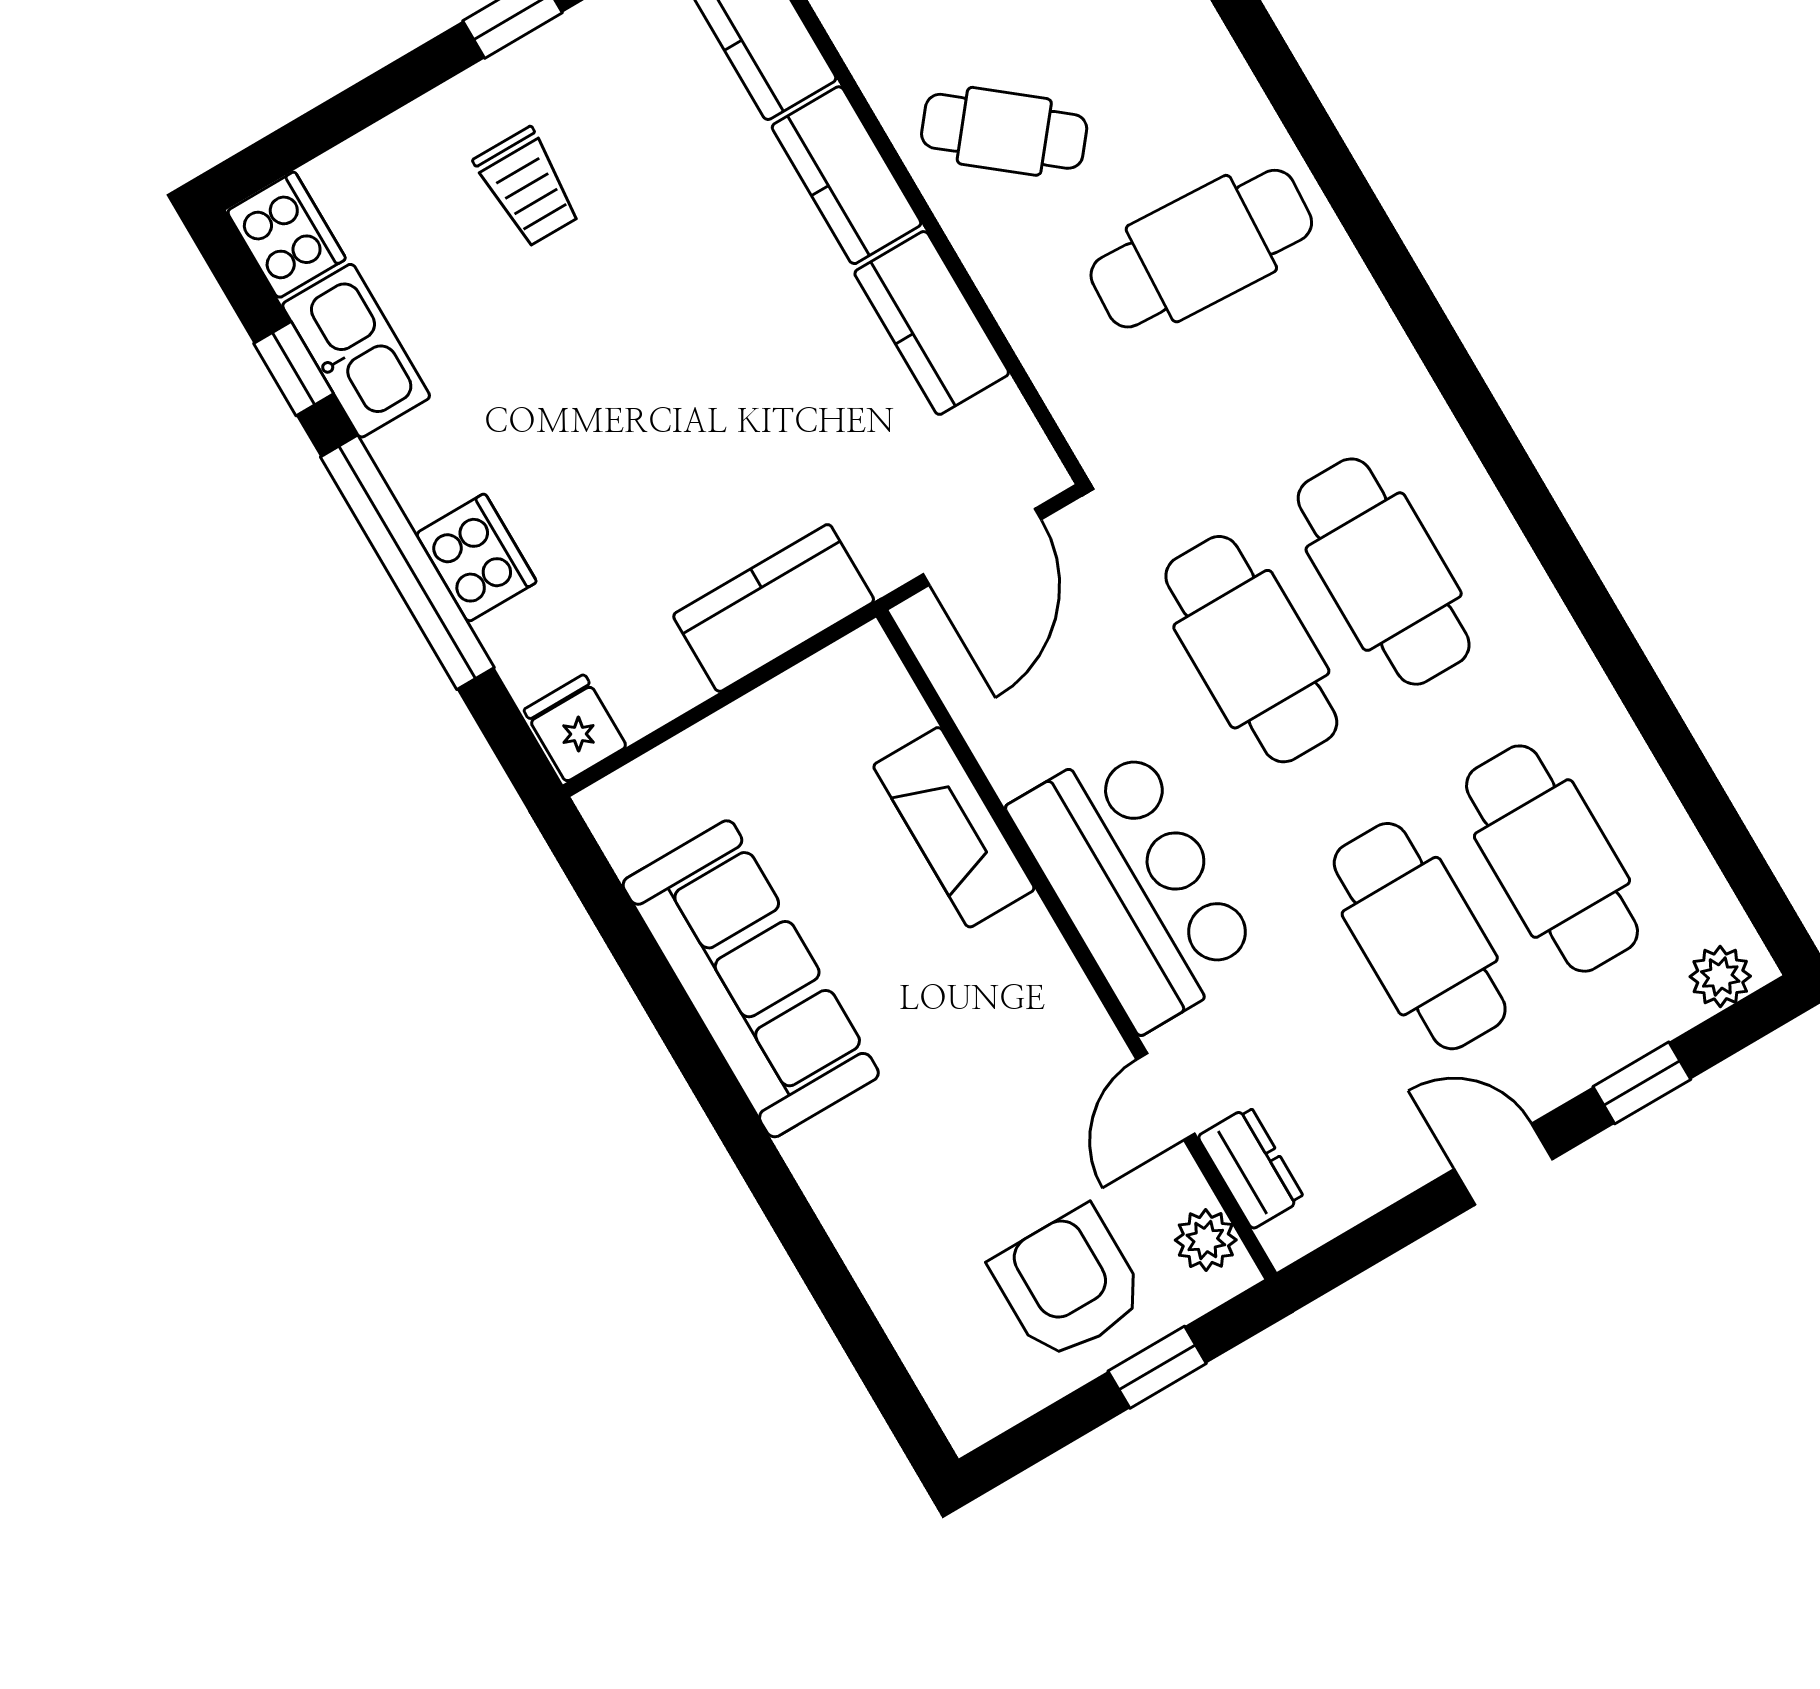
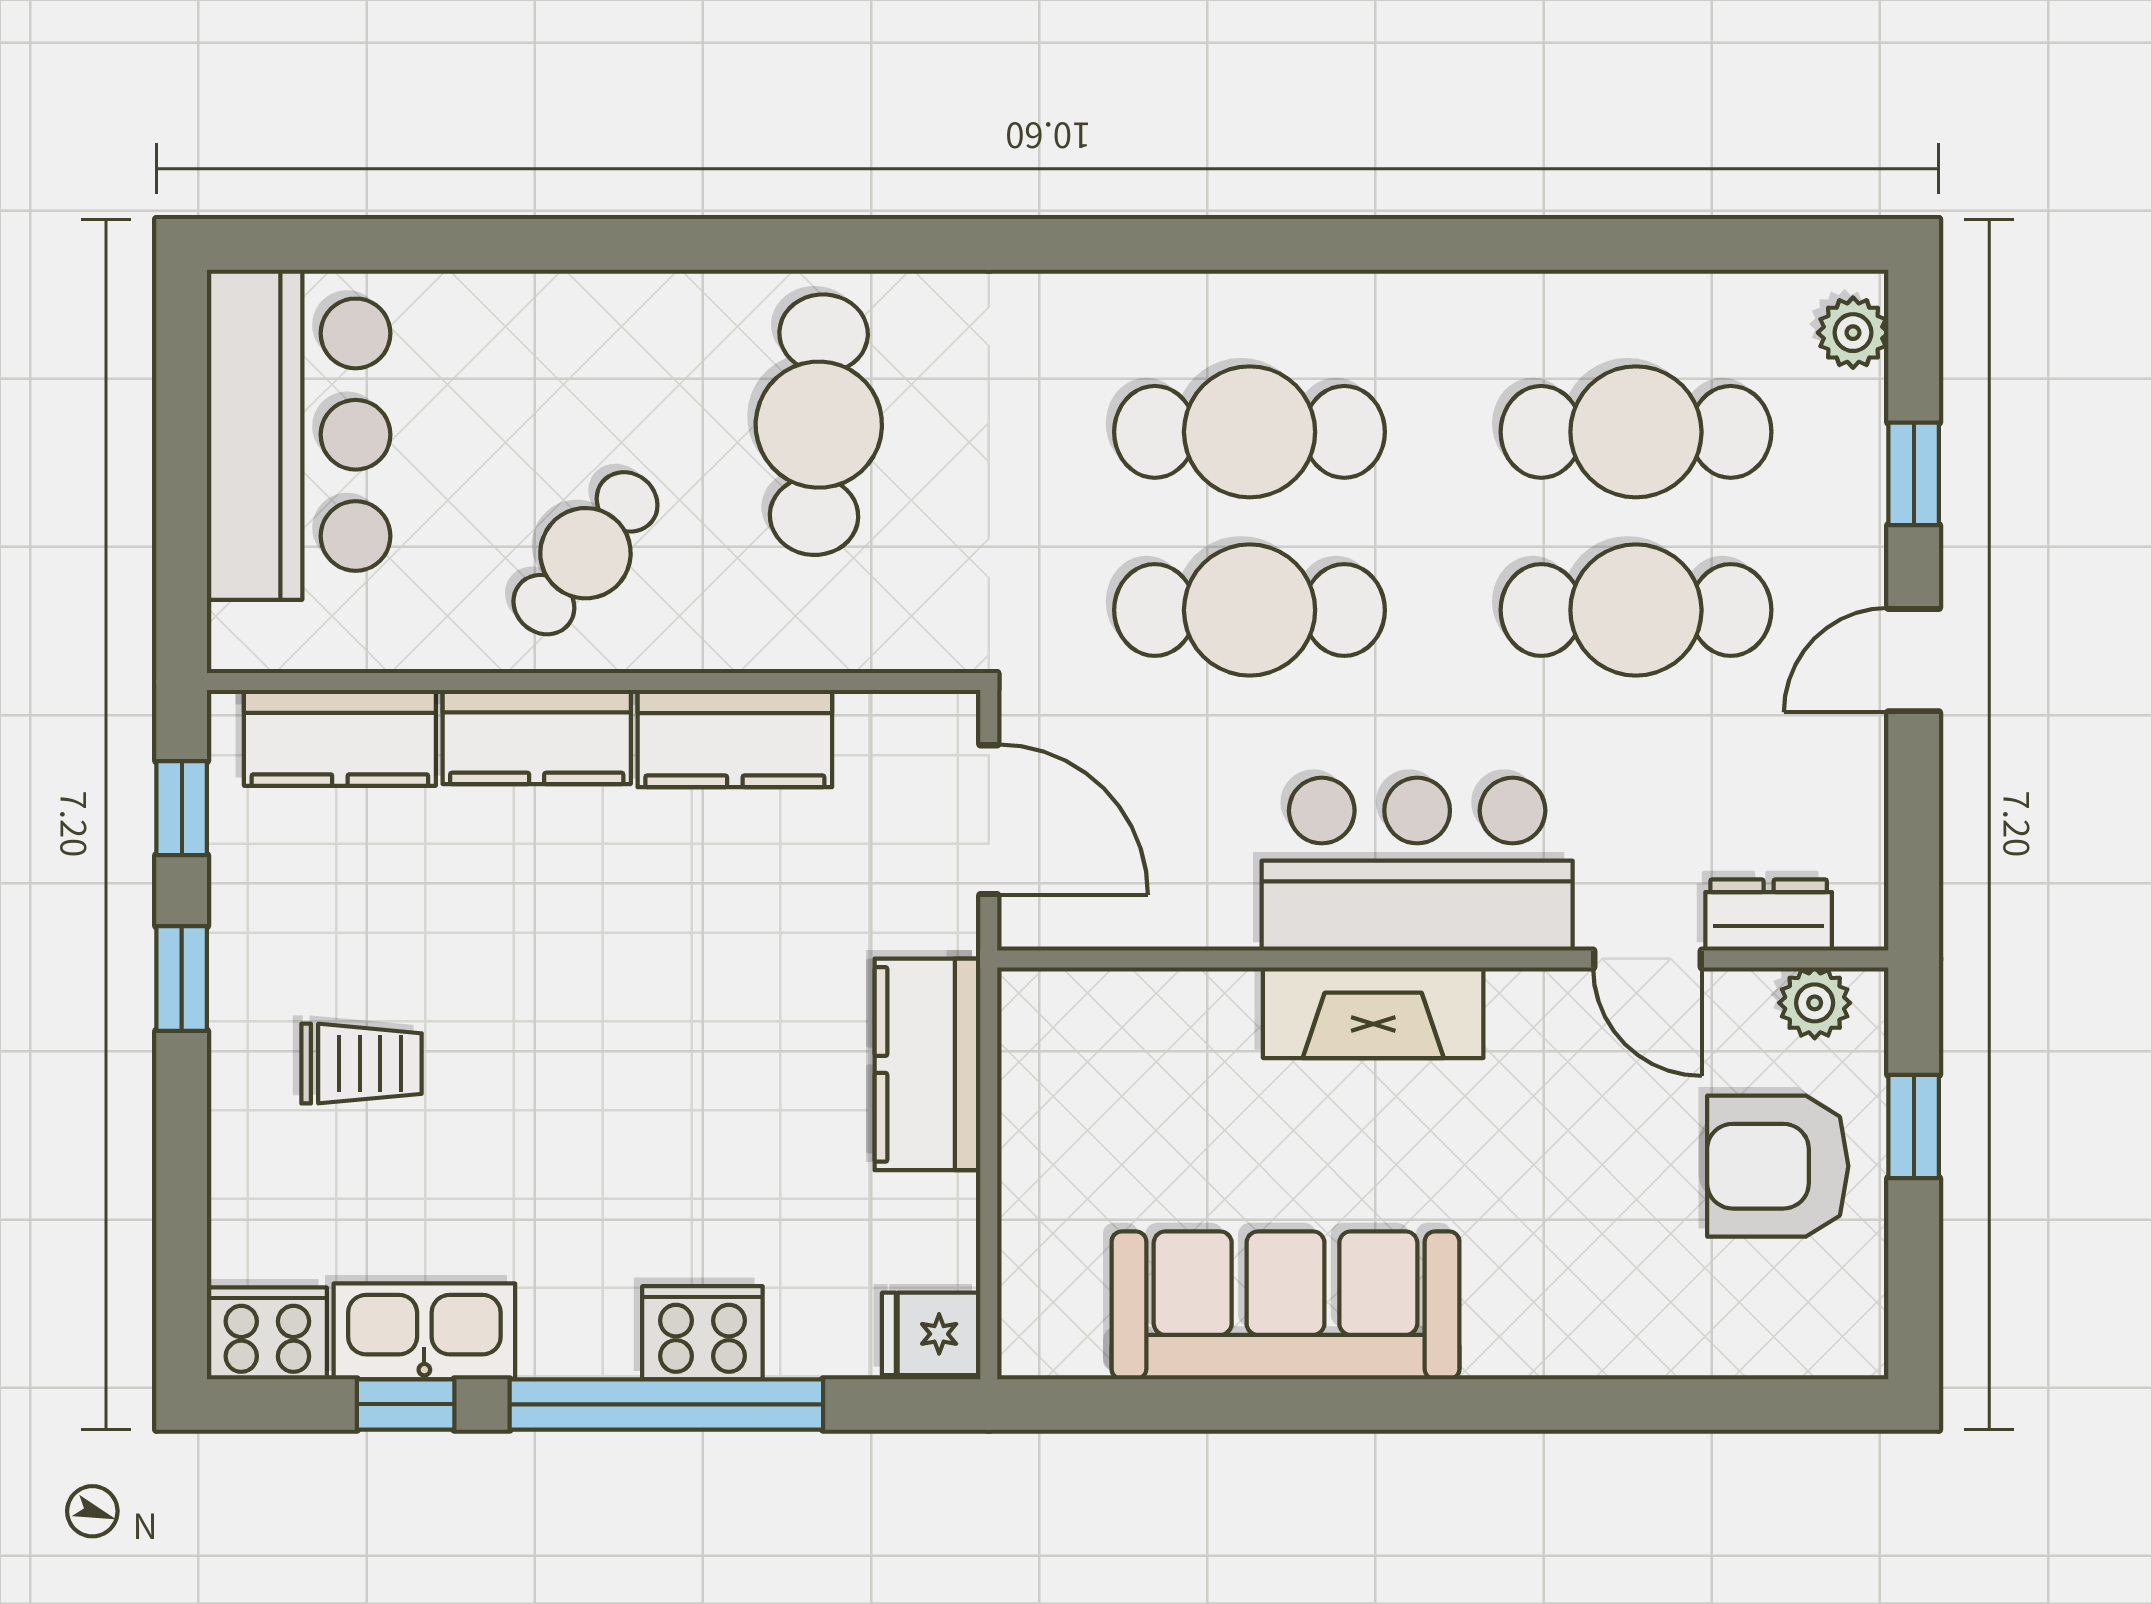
fireplace: (954, 827) -> (1373, 1013), moved

